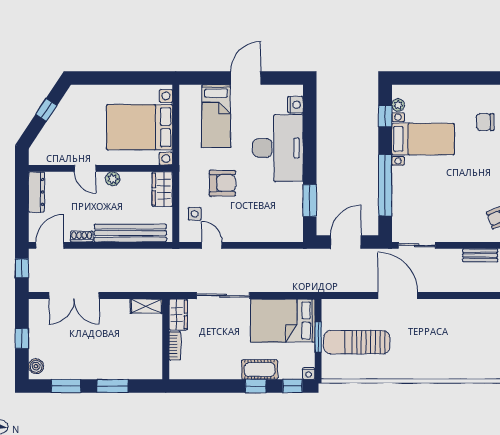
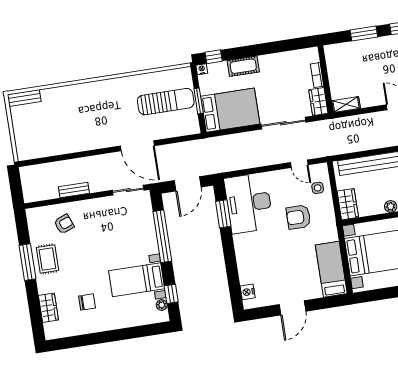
bed: (216, 116) -> (331, 269), moved
desk: (278, 148) -> (249, 203), moved
window: (256, 386) -> (244, 52), removed

